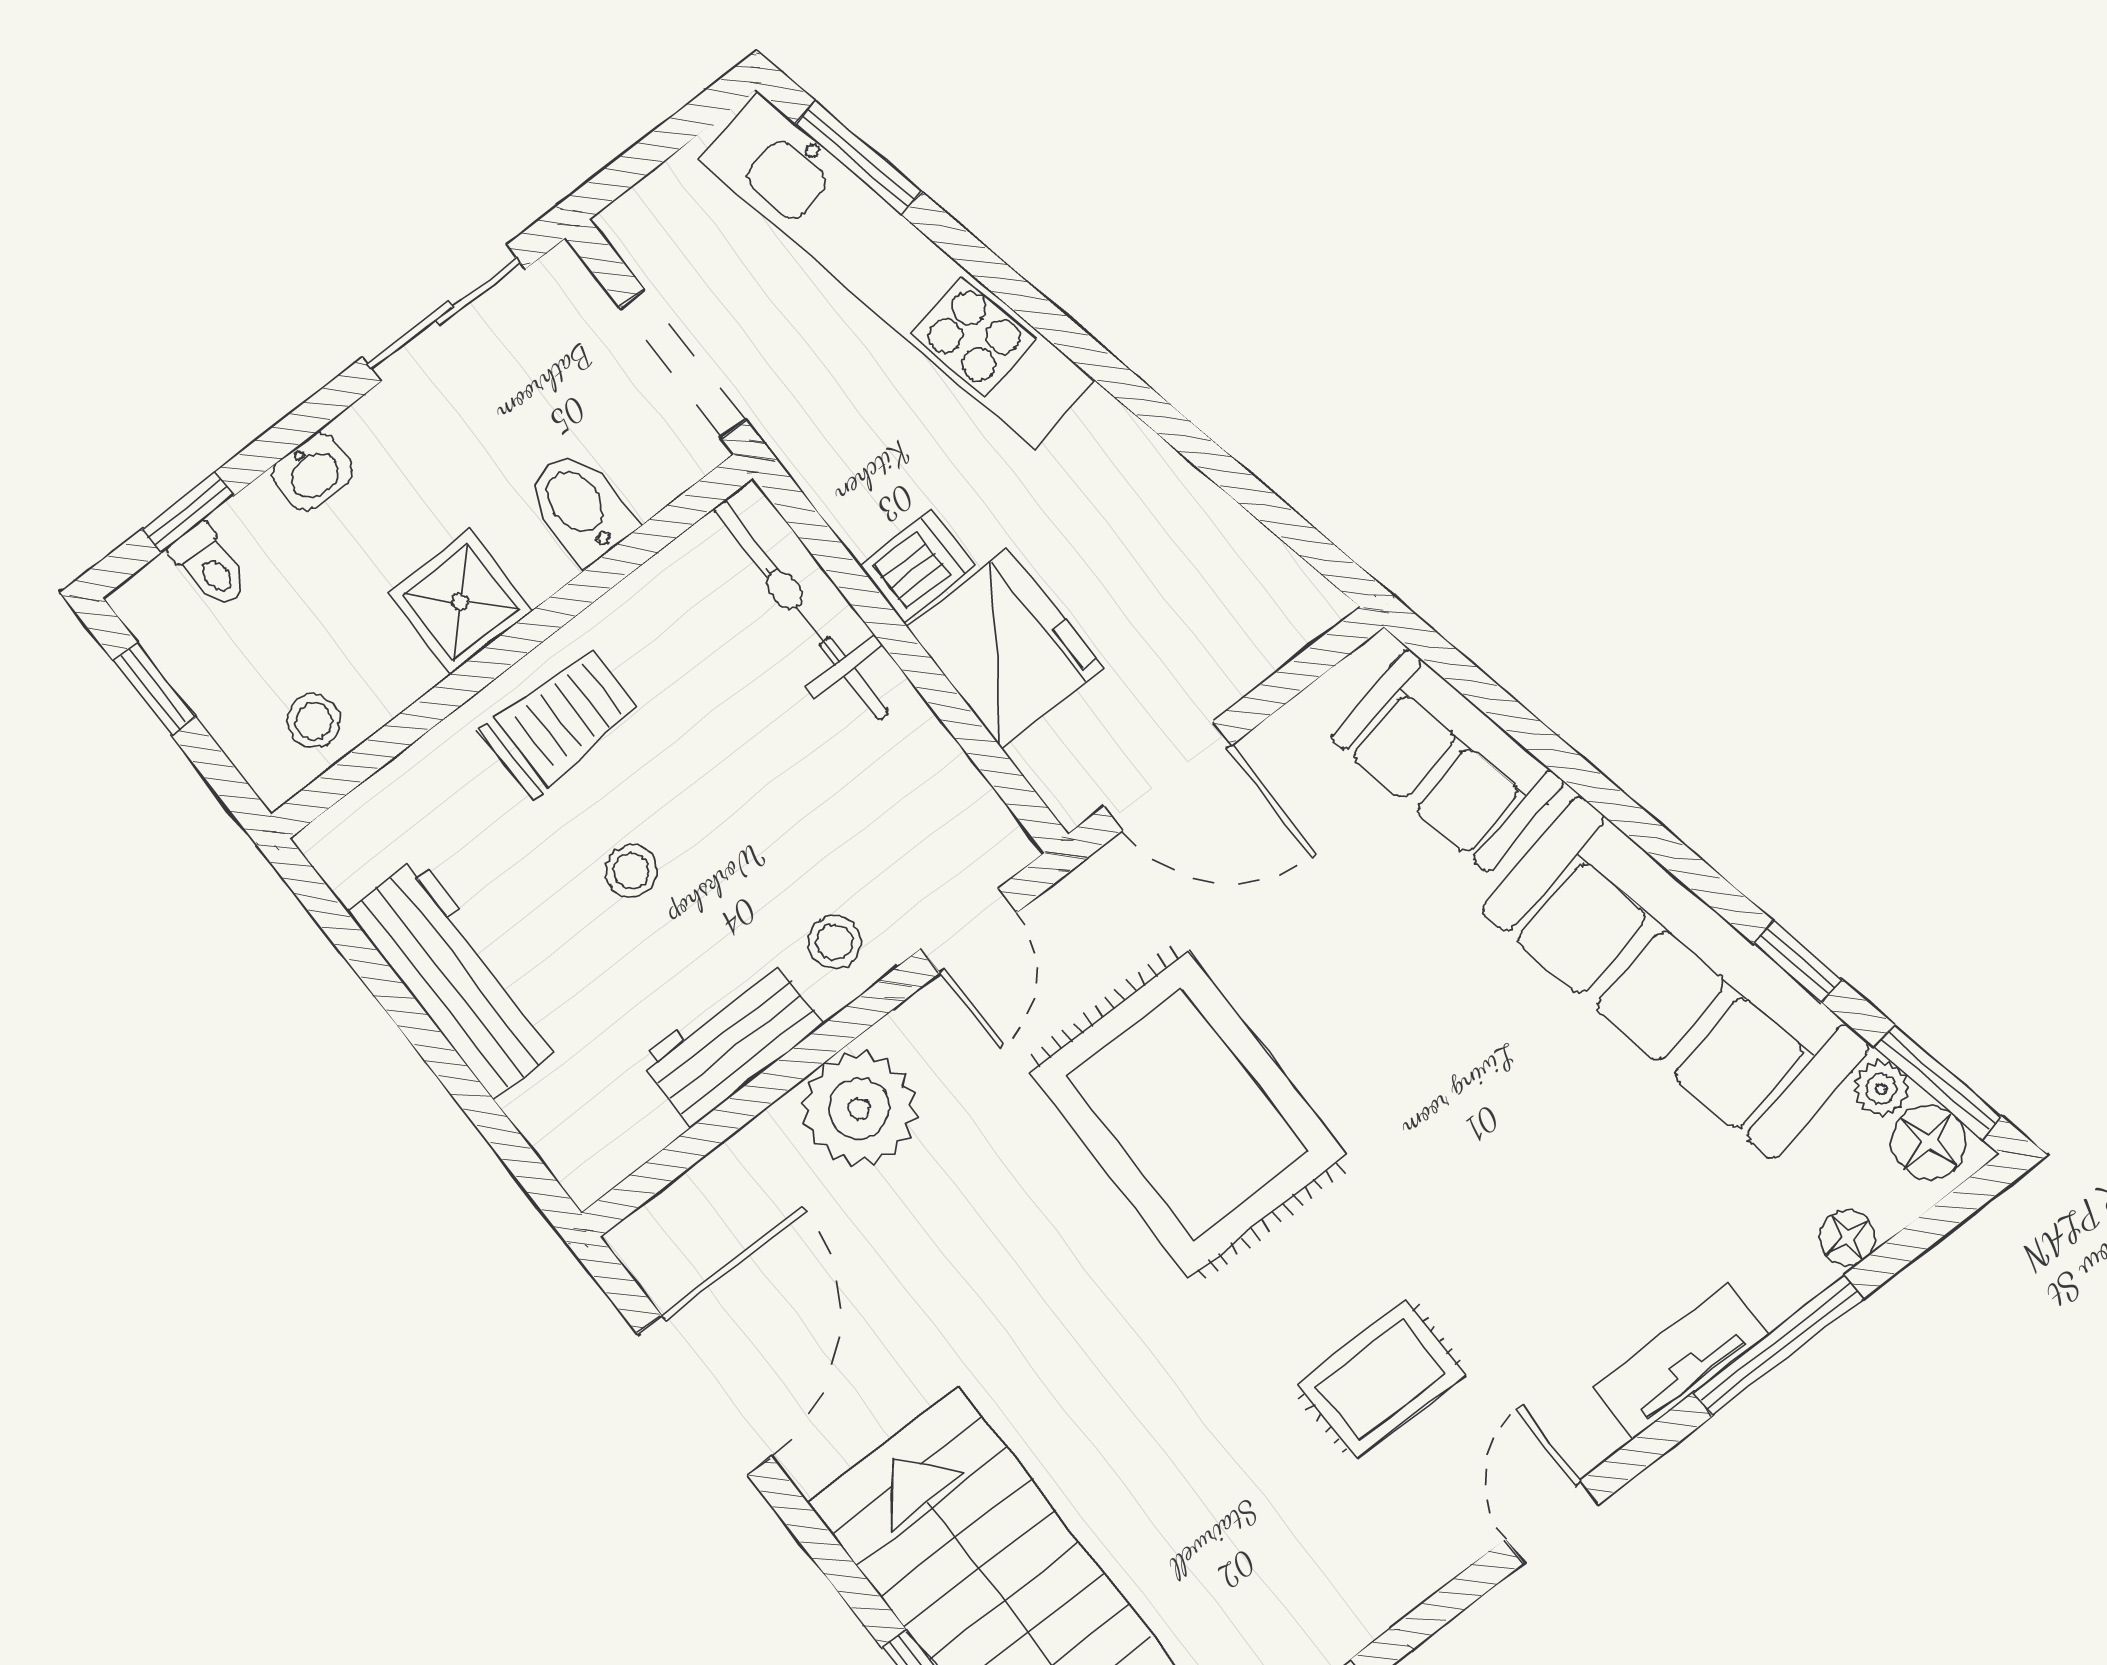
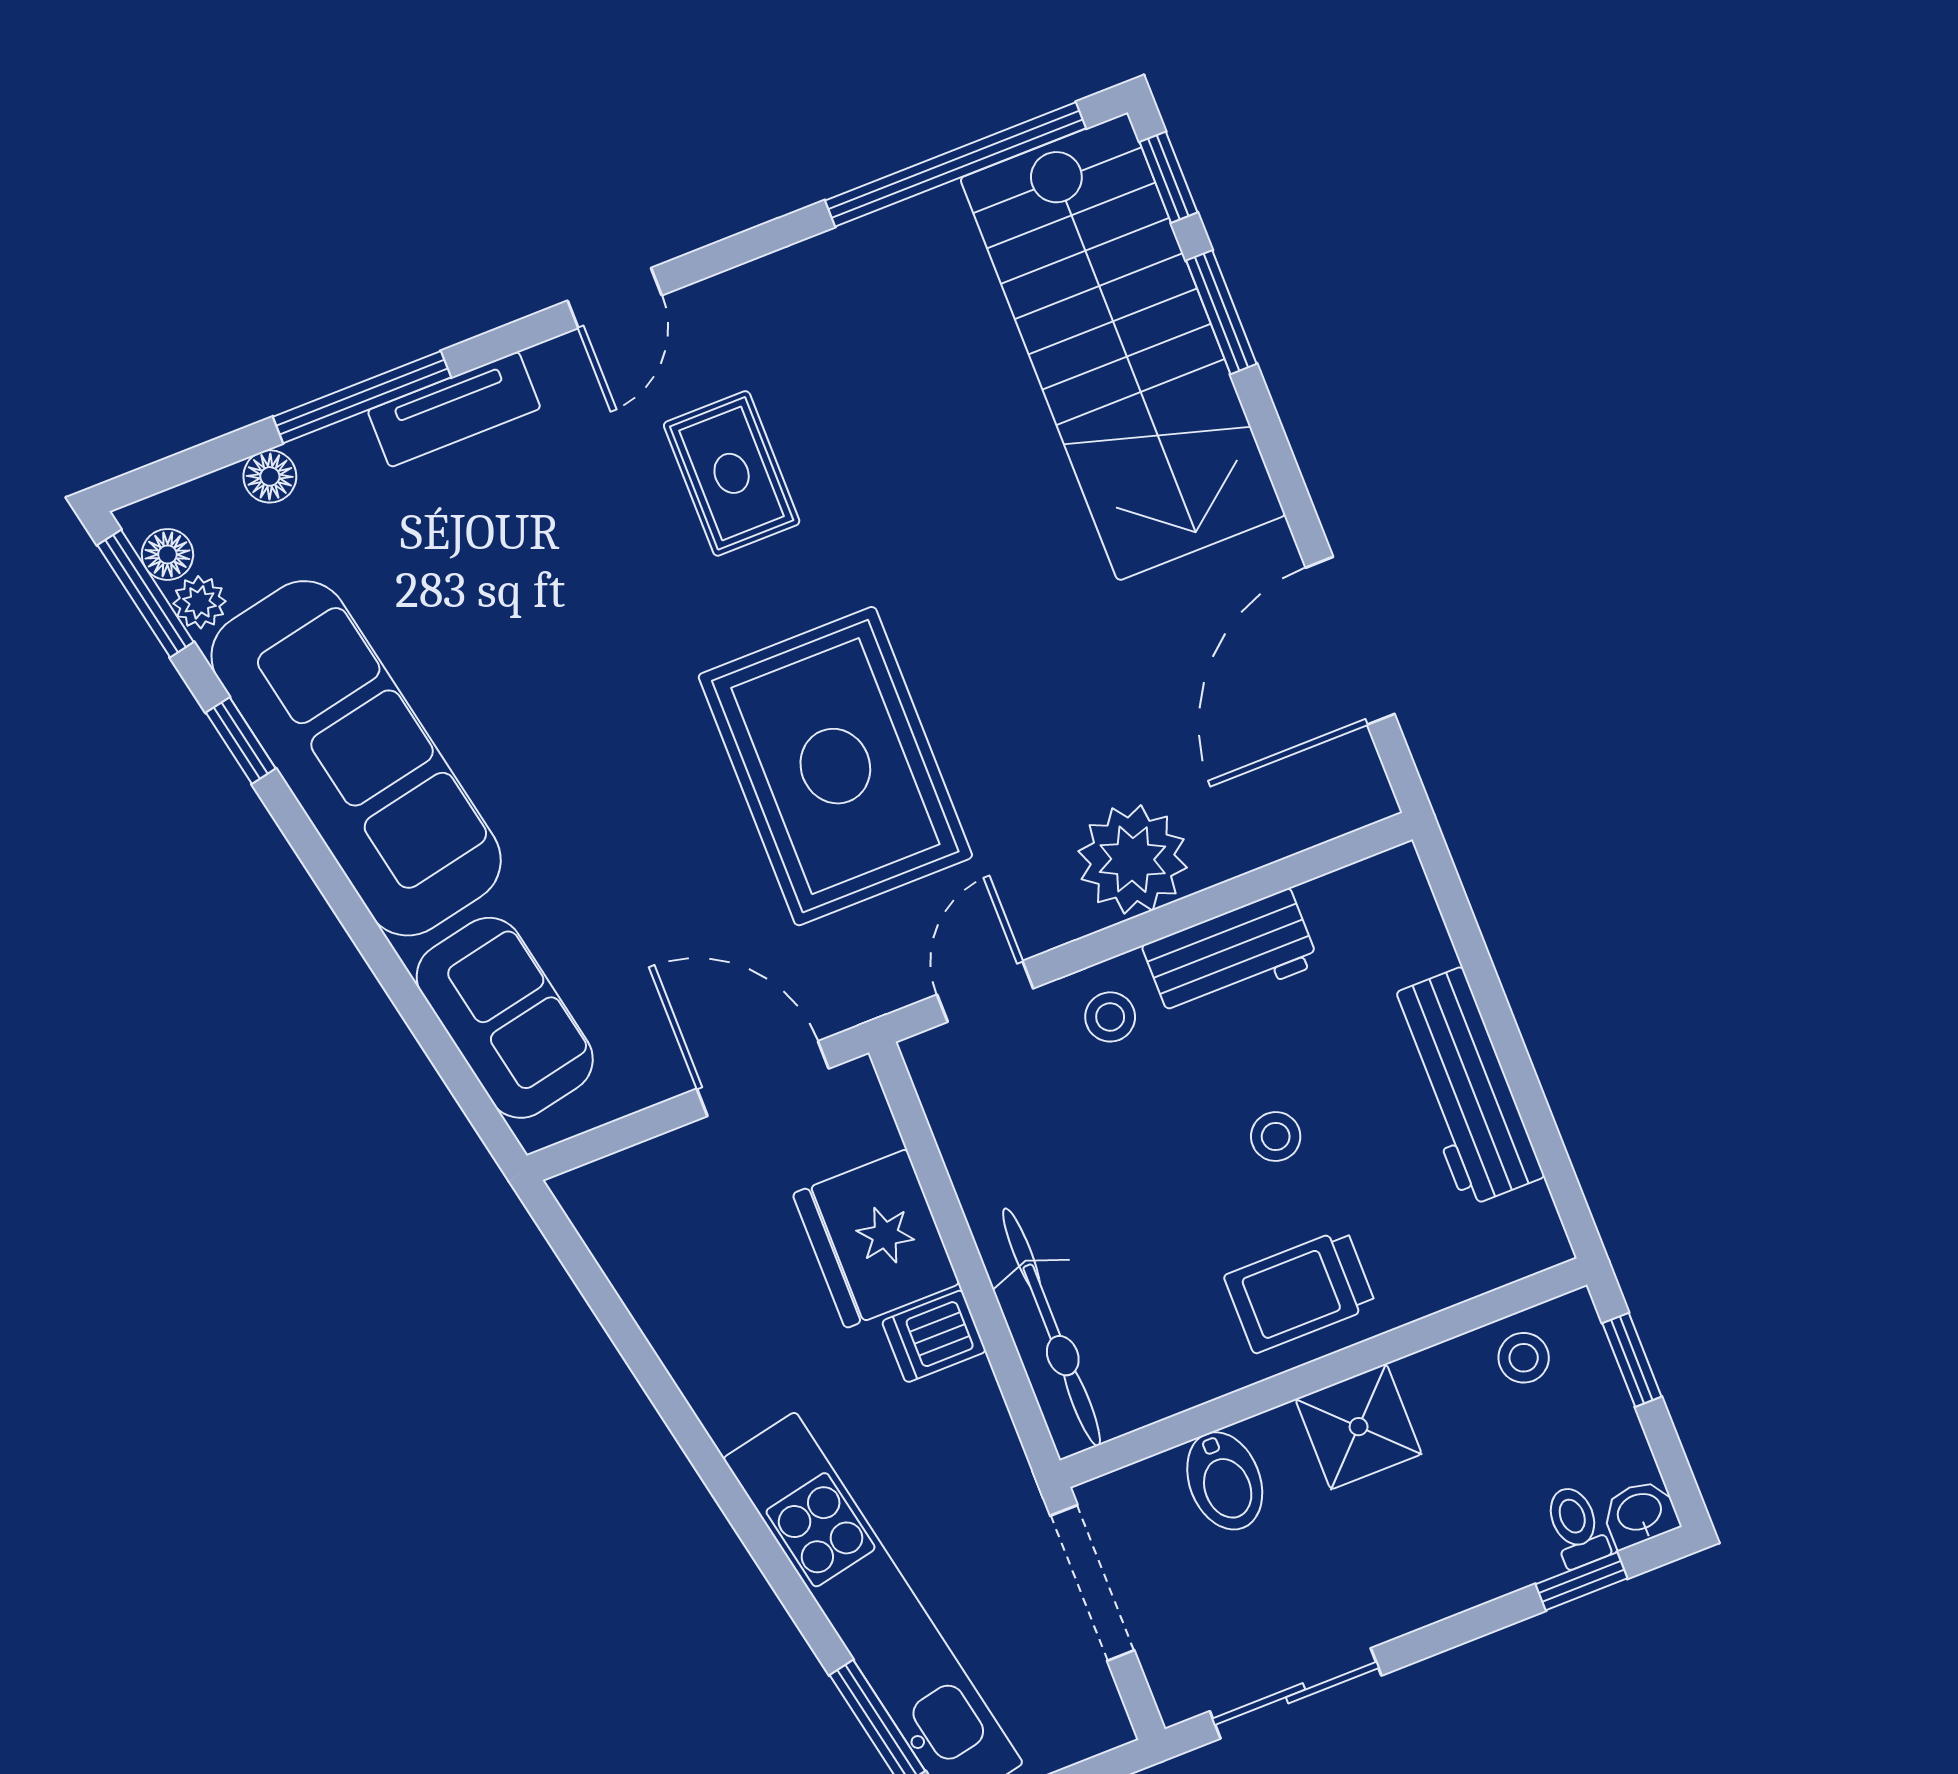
washbasin: (312, 472) -> (1640, 1513), moved
window: (154, 689) -> (1632, 1360), moved
floor lamp: (1929, 1142) -> (167, 554), width x0.73, depth x0.73
rug: (1381, 1379) -> (732, 473), turned 90

